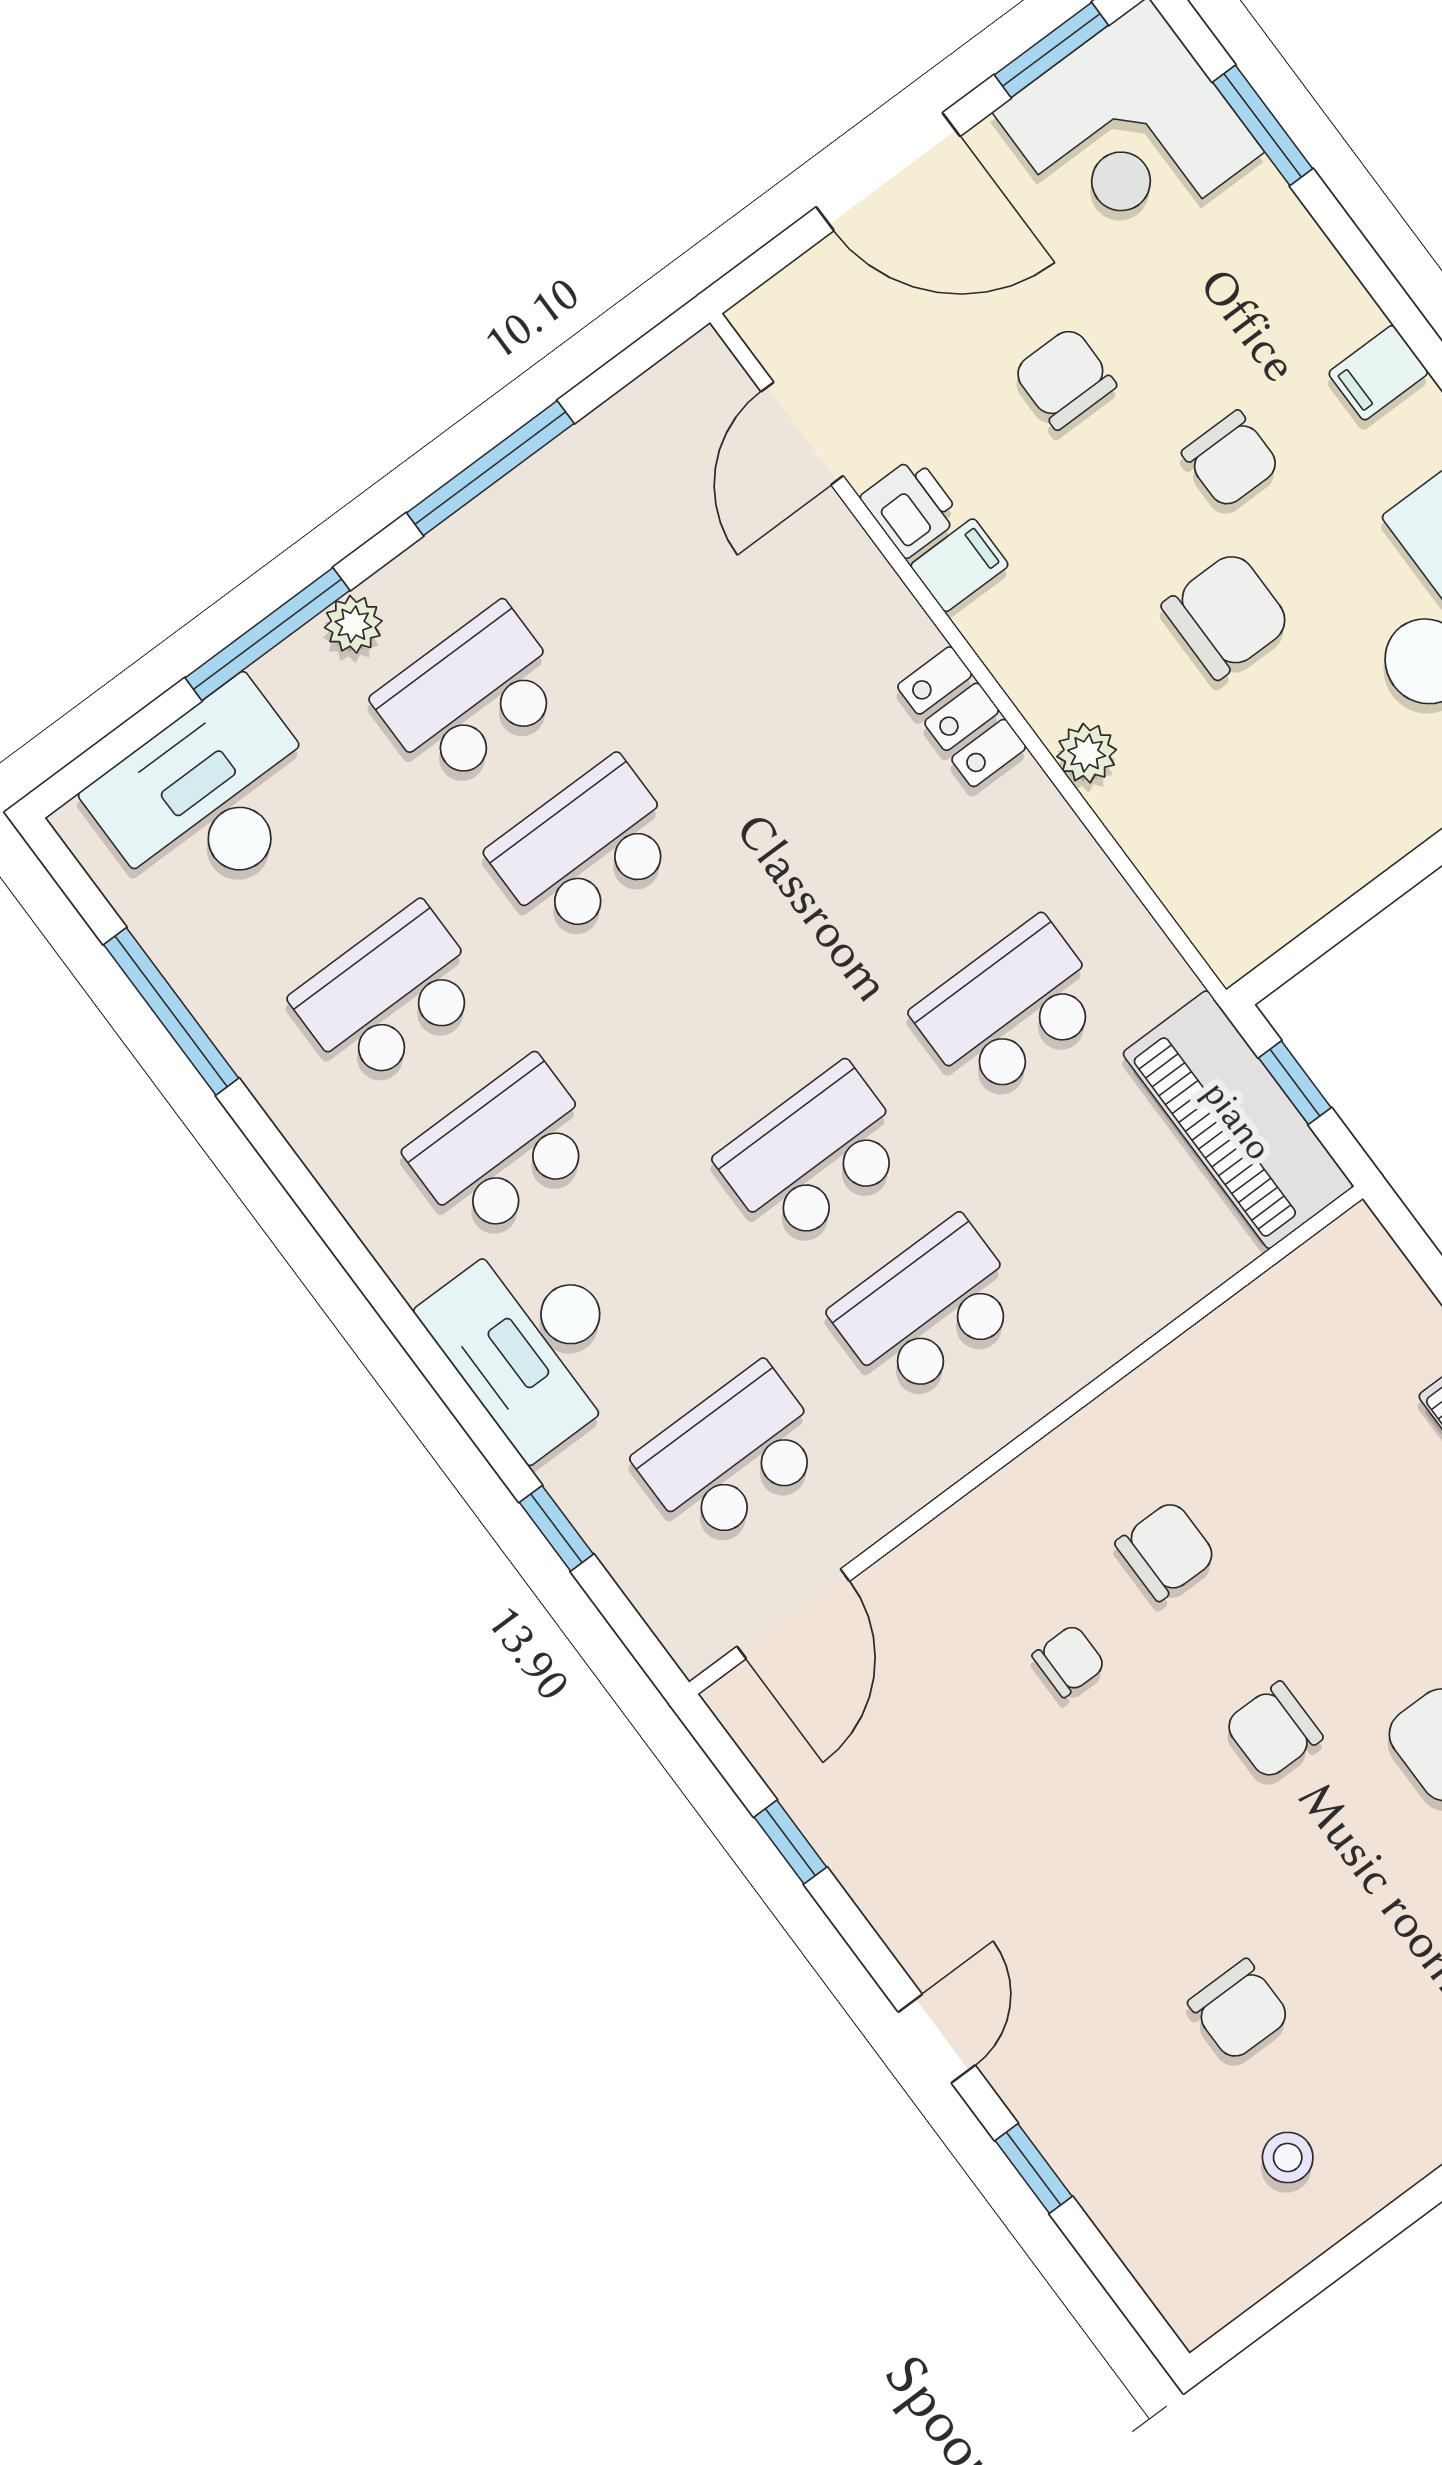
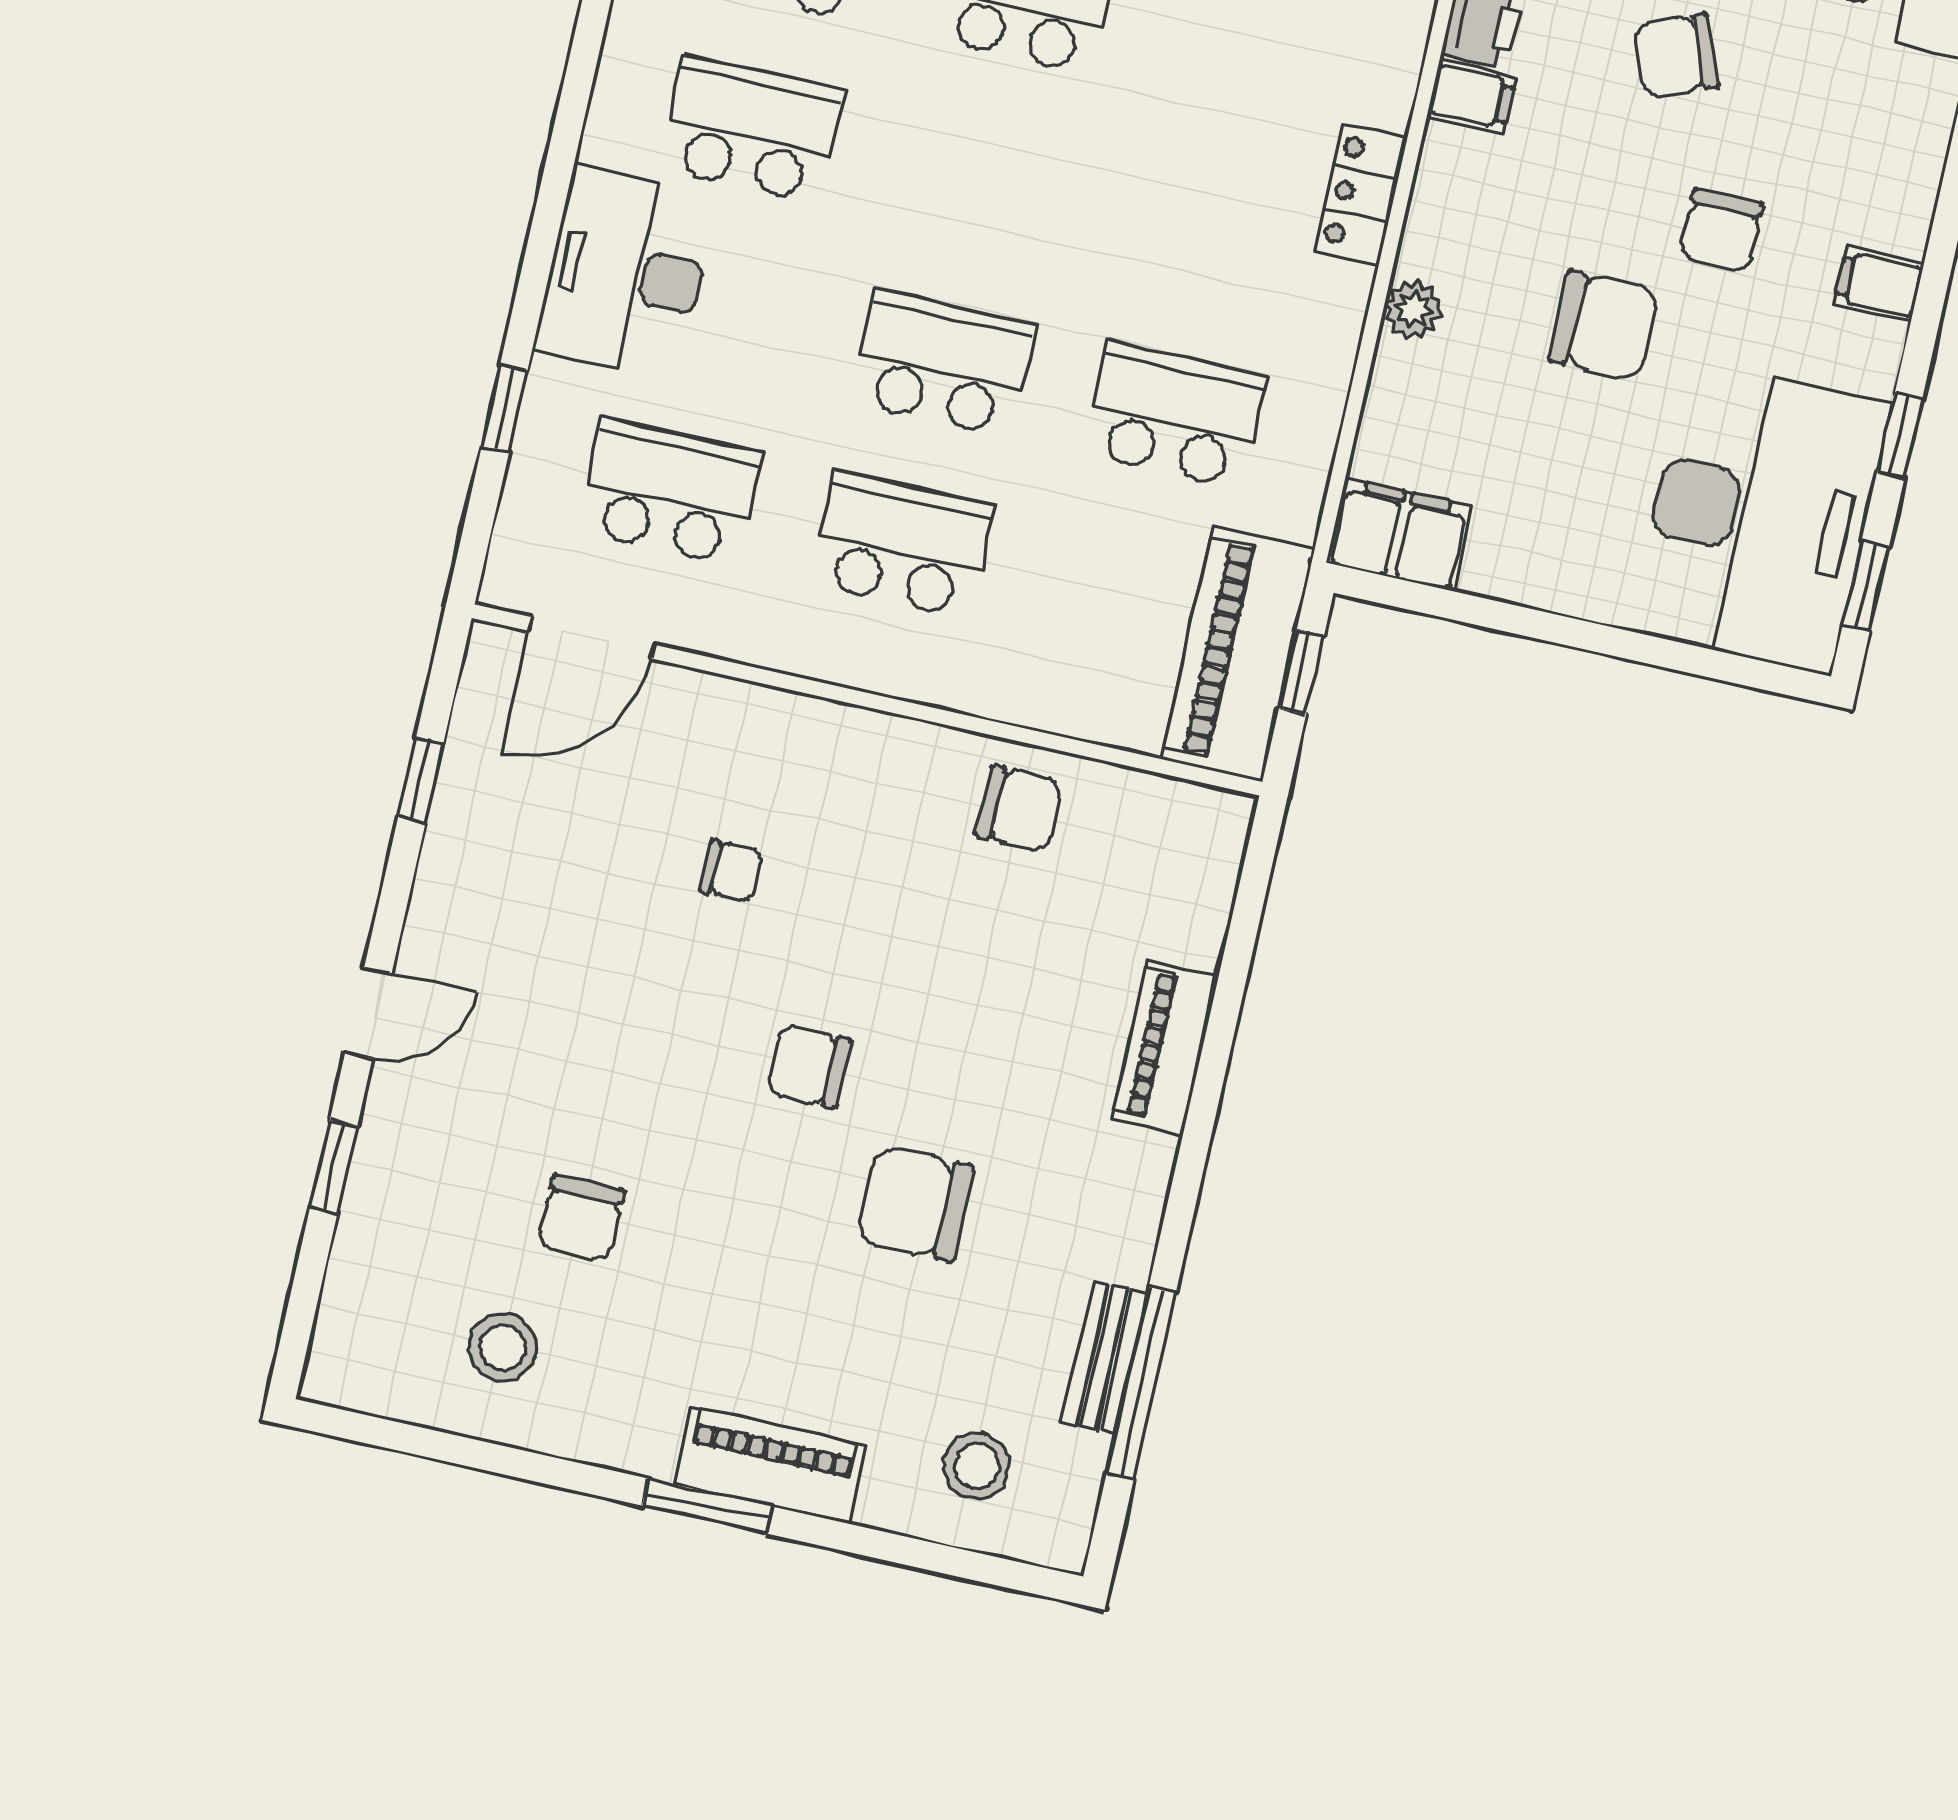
chair: (1065, 378) -> (1676, 56), turned -112
filing cabinet: (1253, 914) -> (1399, 535), added
chair: (1166, 1550) -> (1019, 809), moved
stool: (1288, 2157) -> (503, 1347), width x1.37, depth x1.37

